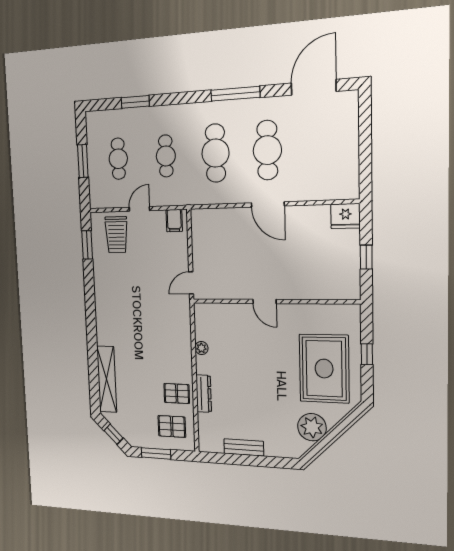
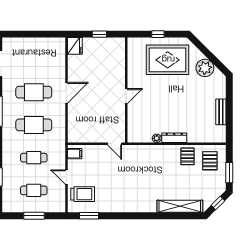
dresser: (204, 394) -> (174, 138), moved

